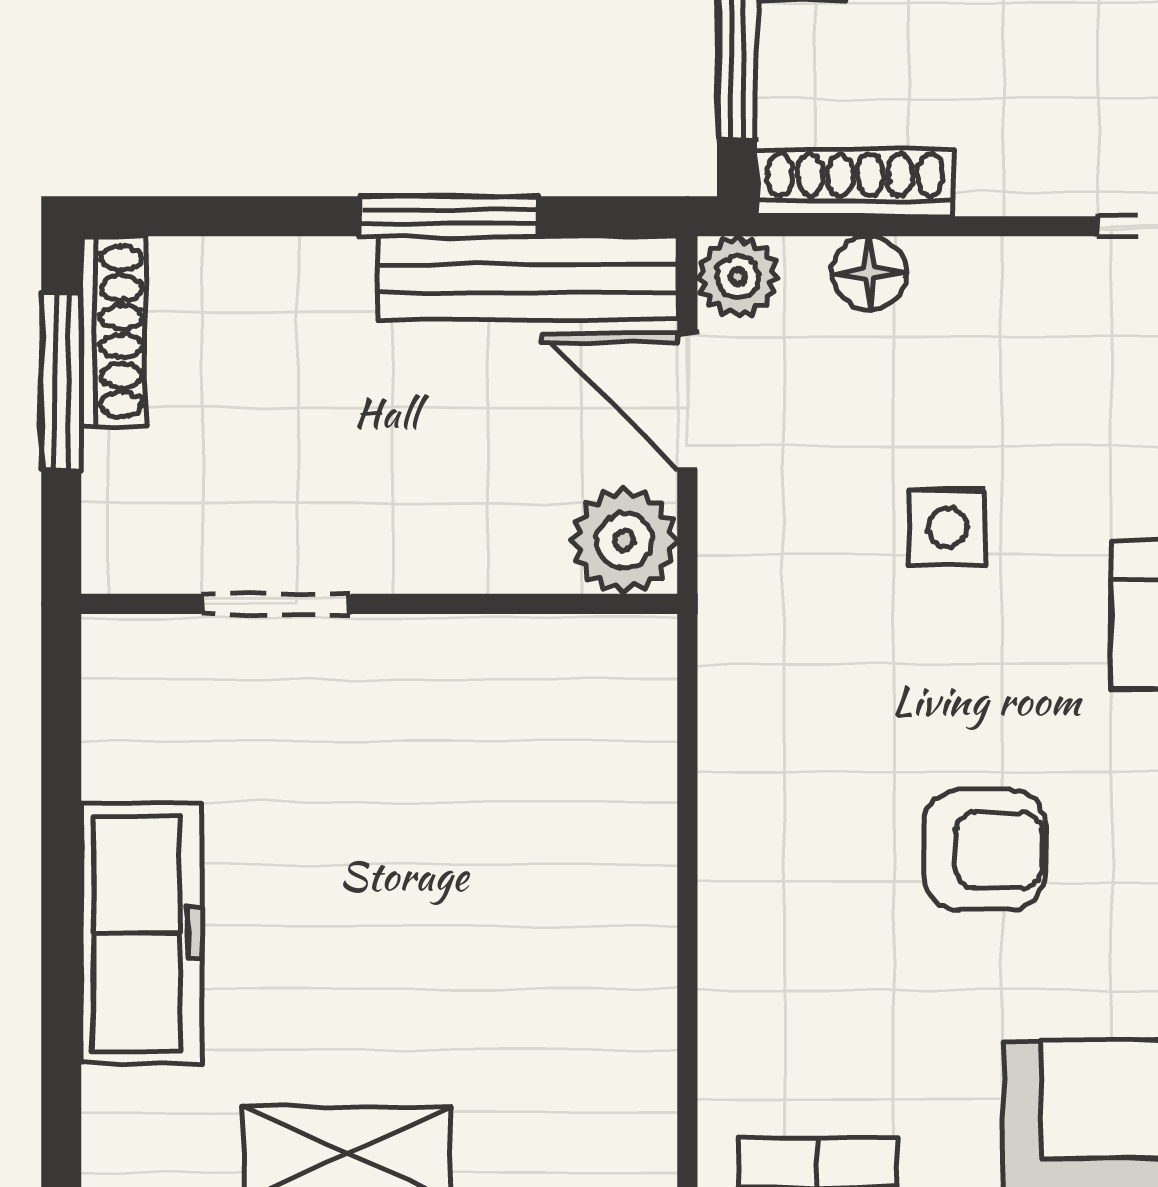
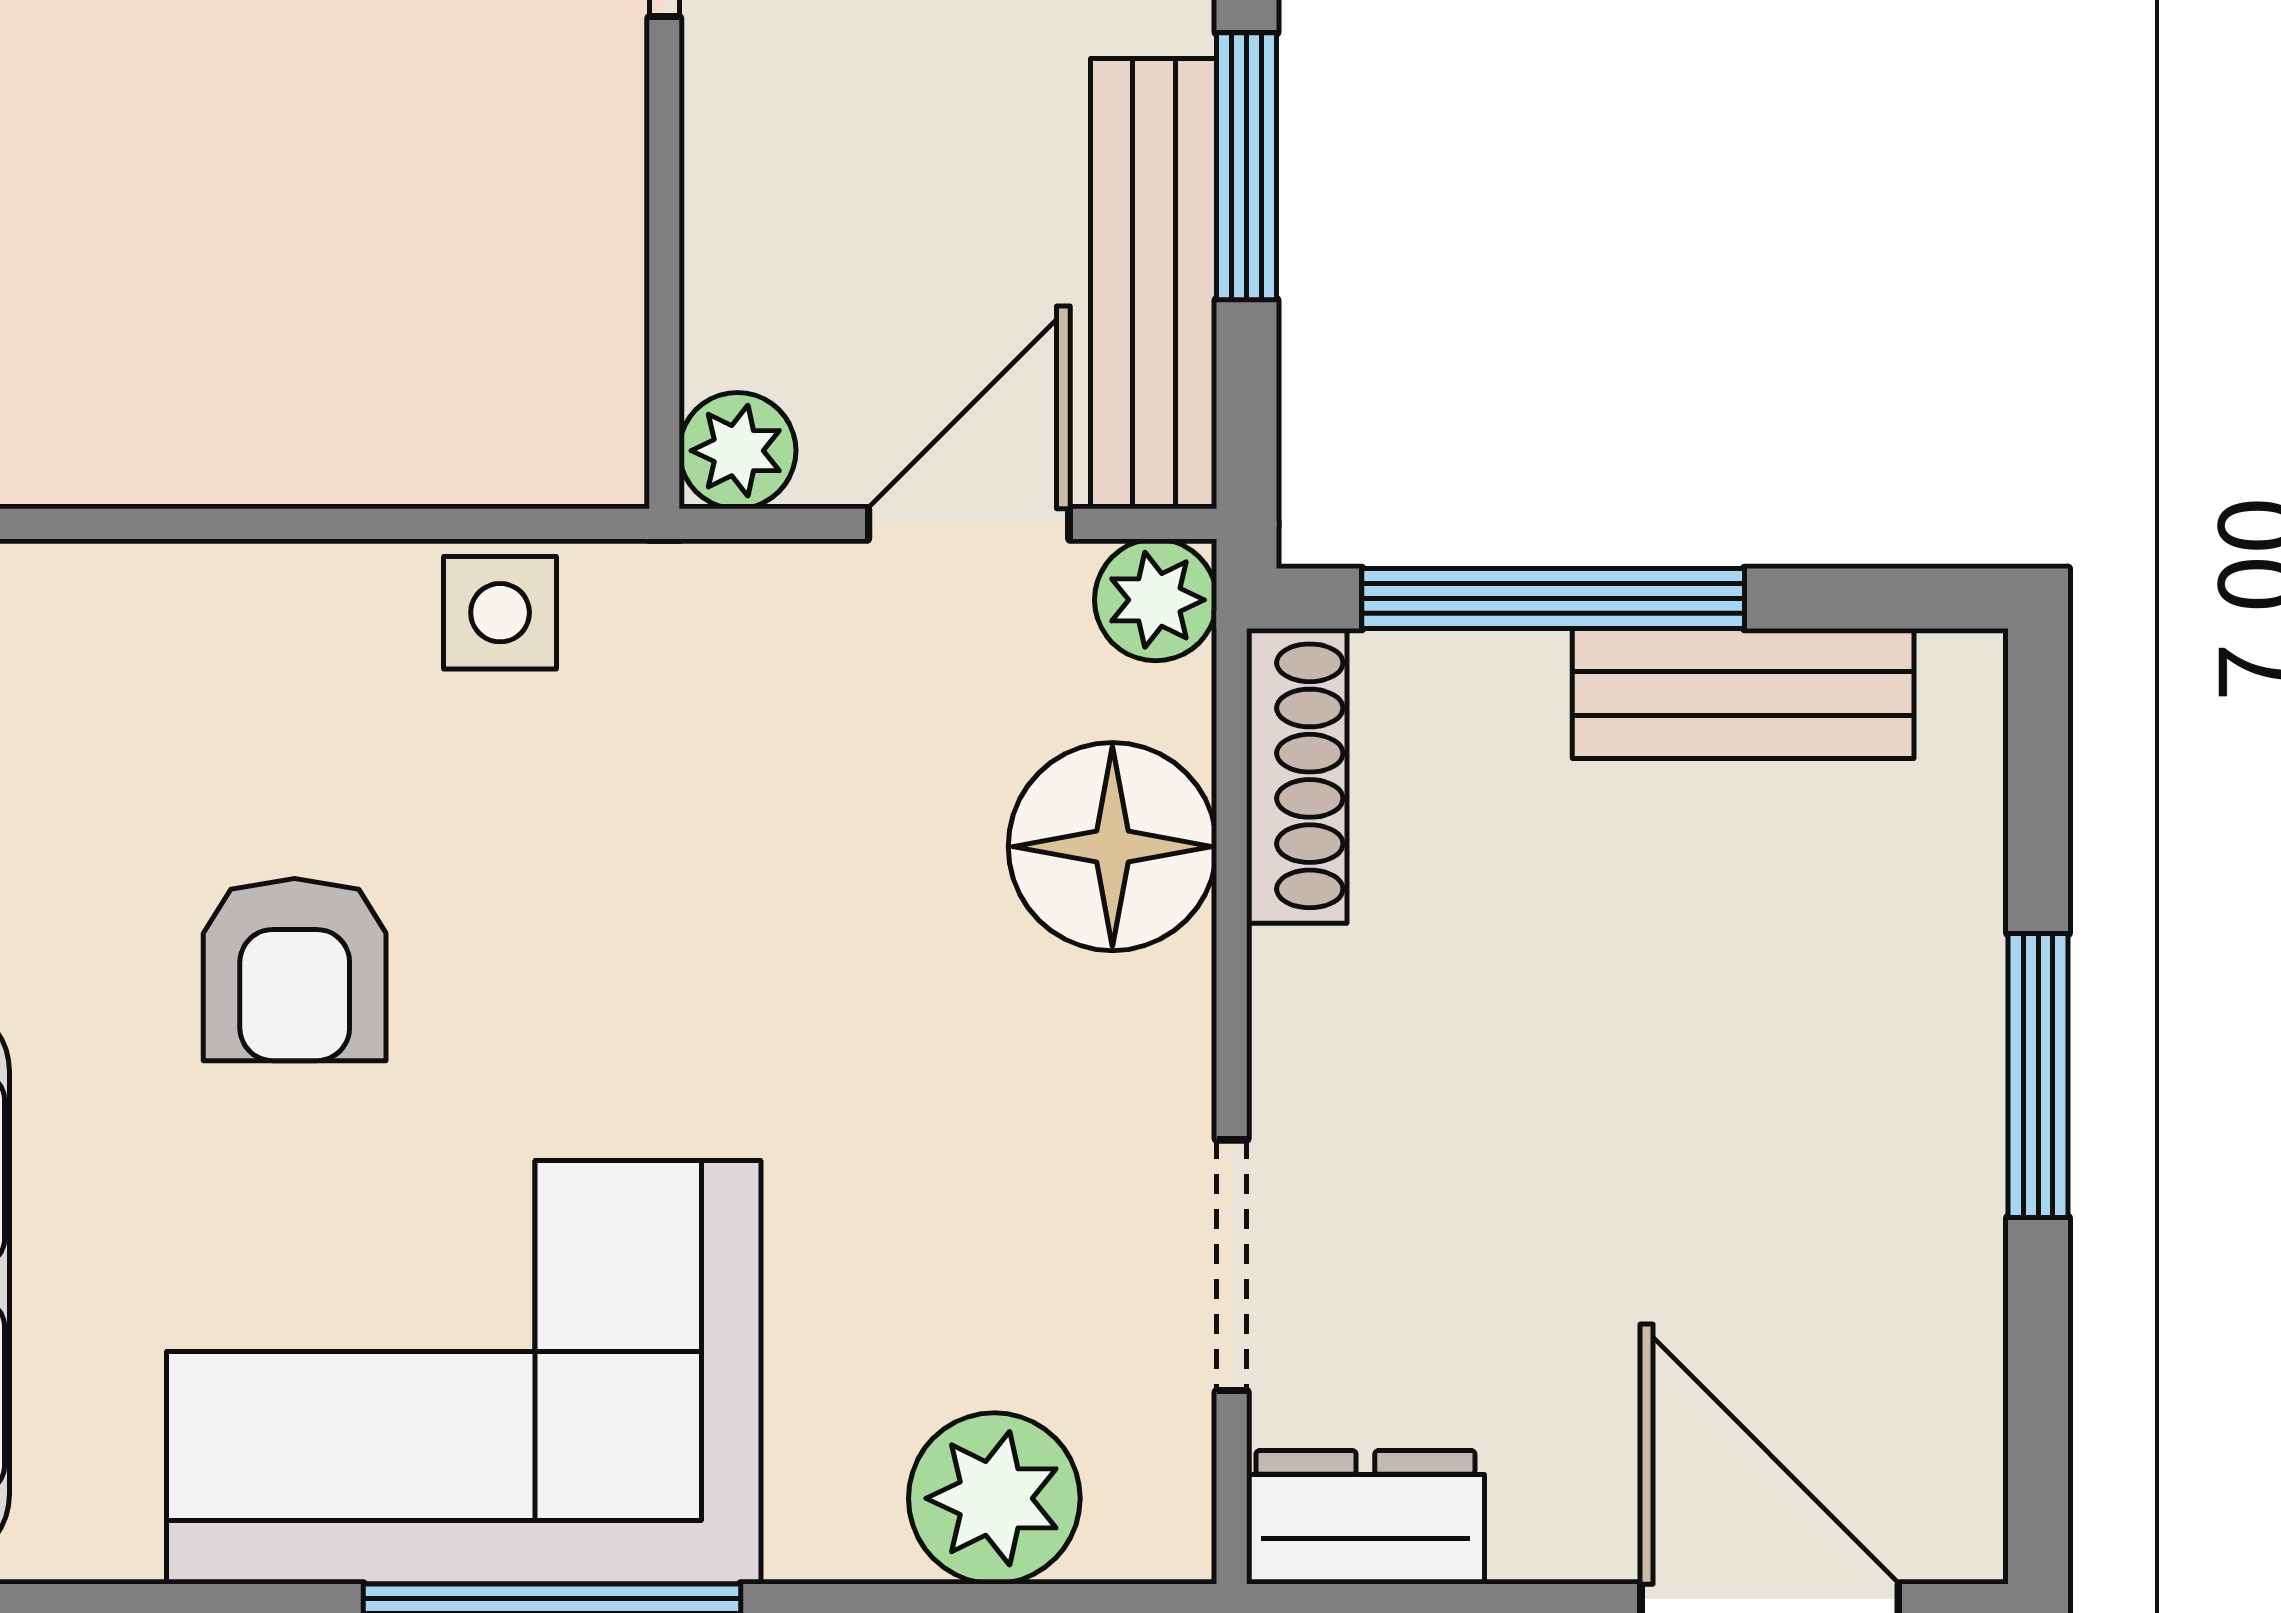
floor lamp: (870, 273) -> (1112, 847), width x1.89, depth x1.89
side table: (947, 527) -> (500, 613), moved
plant: (624, 541) -> (737, 451), width x0.73, depth x0.73

